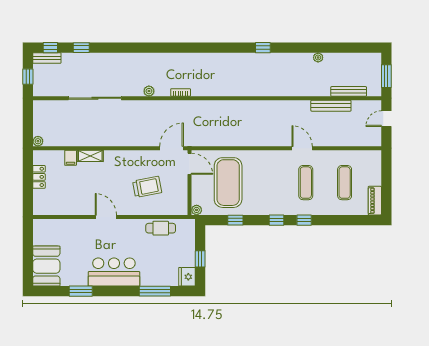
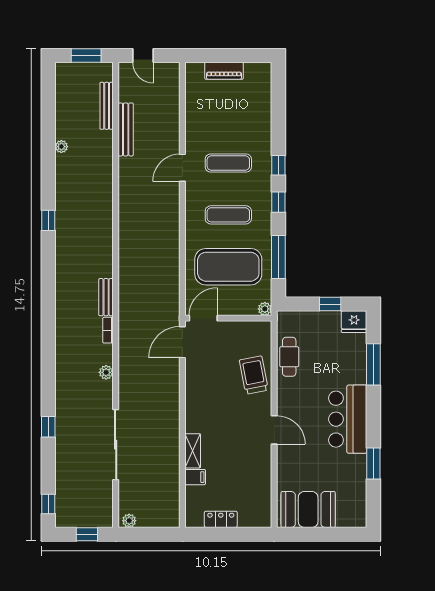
window: (81, 48) -> (48, 427), moved
bench: (47, 58) -> (106, 297), moved
plant: (38, 141) -> (129, 521), moved
door: (172, 148) -> (182, 342), hinge flipped
exercise mat: (345, 183) -> (228, 215), moved
trolley: (147, 187) -> (254, 375), moved
piano: (375, 201) -> (224, 71), moved
door: (106, 217) -> (274, 430), swing flipped
window: (235, 220) -> (278, 257), width x2.17
booth: (46, 266) -> (308, 509), moved

